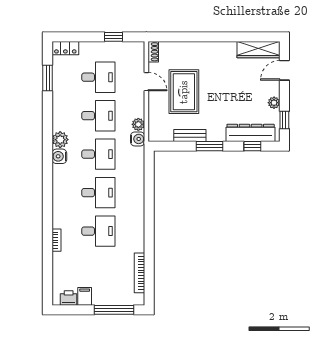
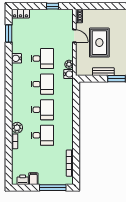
desk: (98, 77) -> (42, 33), removed
plant: (60, 140) -> (17, 128), moved
water cooler: (59, 156) -> (17, 58), moved

